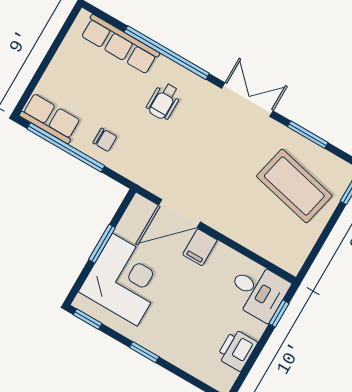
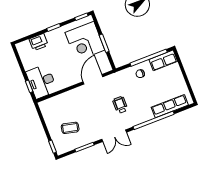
wheelchair: (164, 101) -> (120, 105), moved
coffee table: (294, 186) -> (70, 128), width x0.54, depth x0.58
filing cabinet: (200, 247) -> (75, 77), removed
desk: (258, 291) -> (42, 81), width x1.37
printer: (237, 350) -> (39, 42), moved, turned 90

